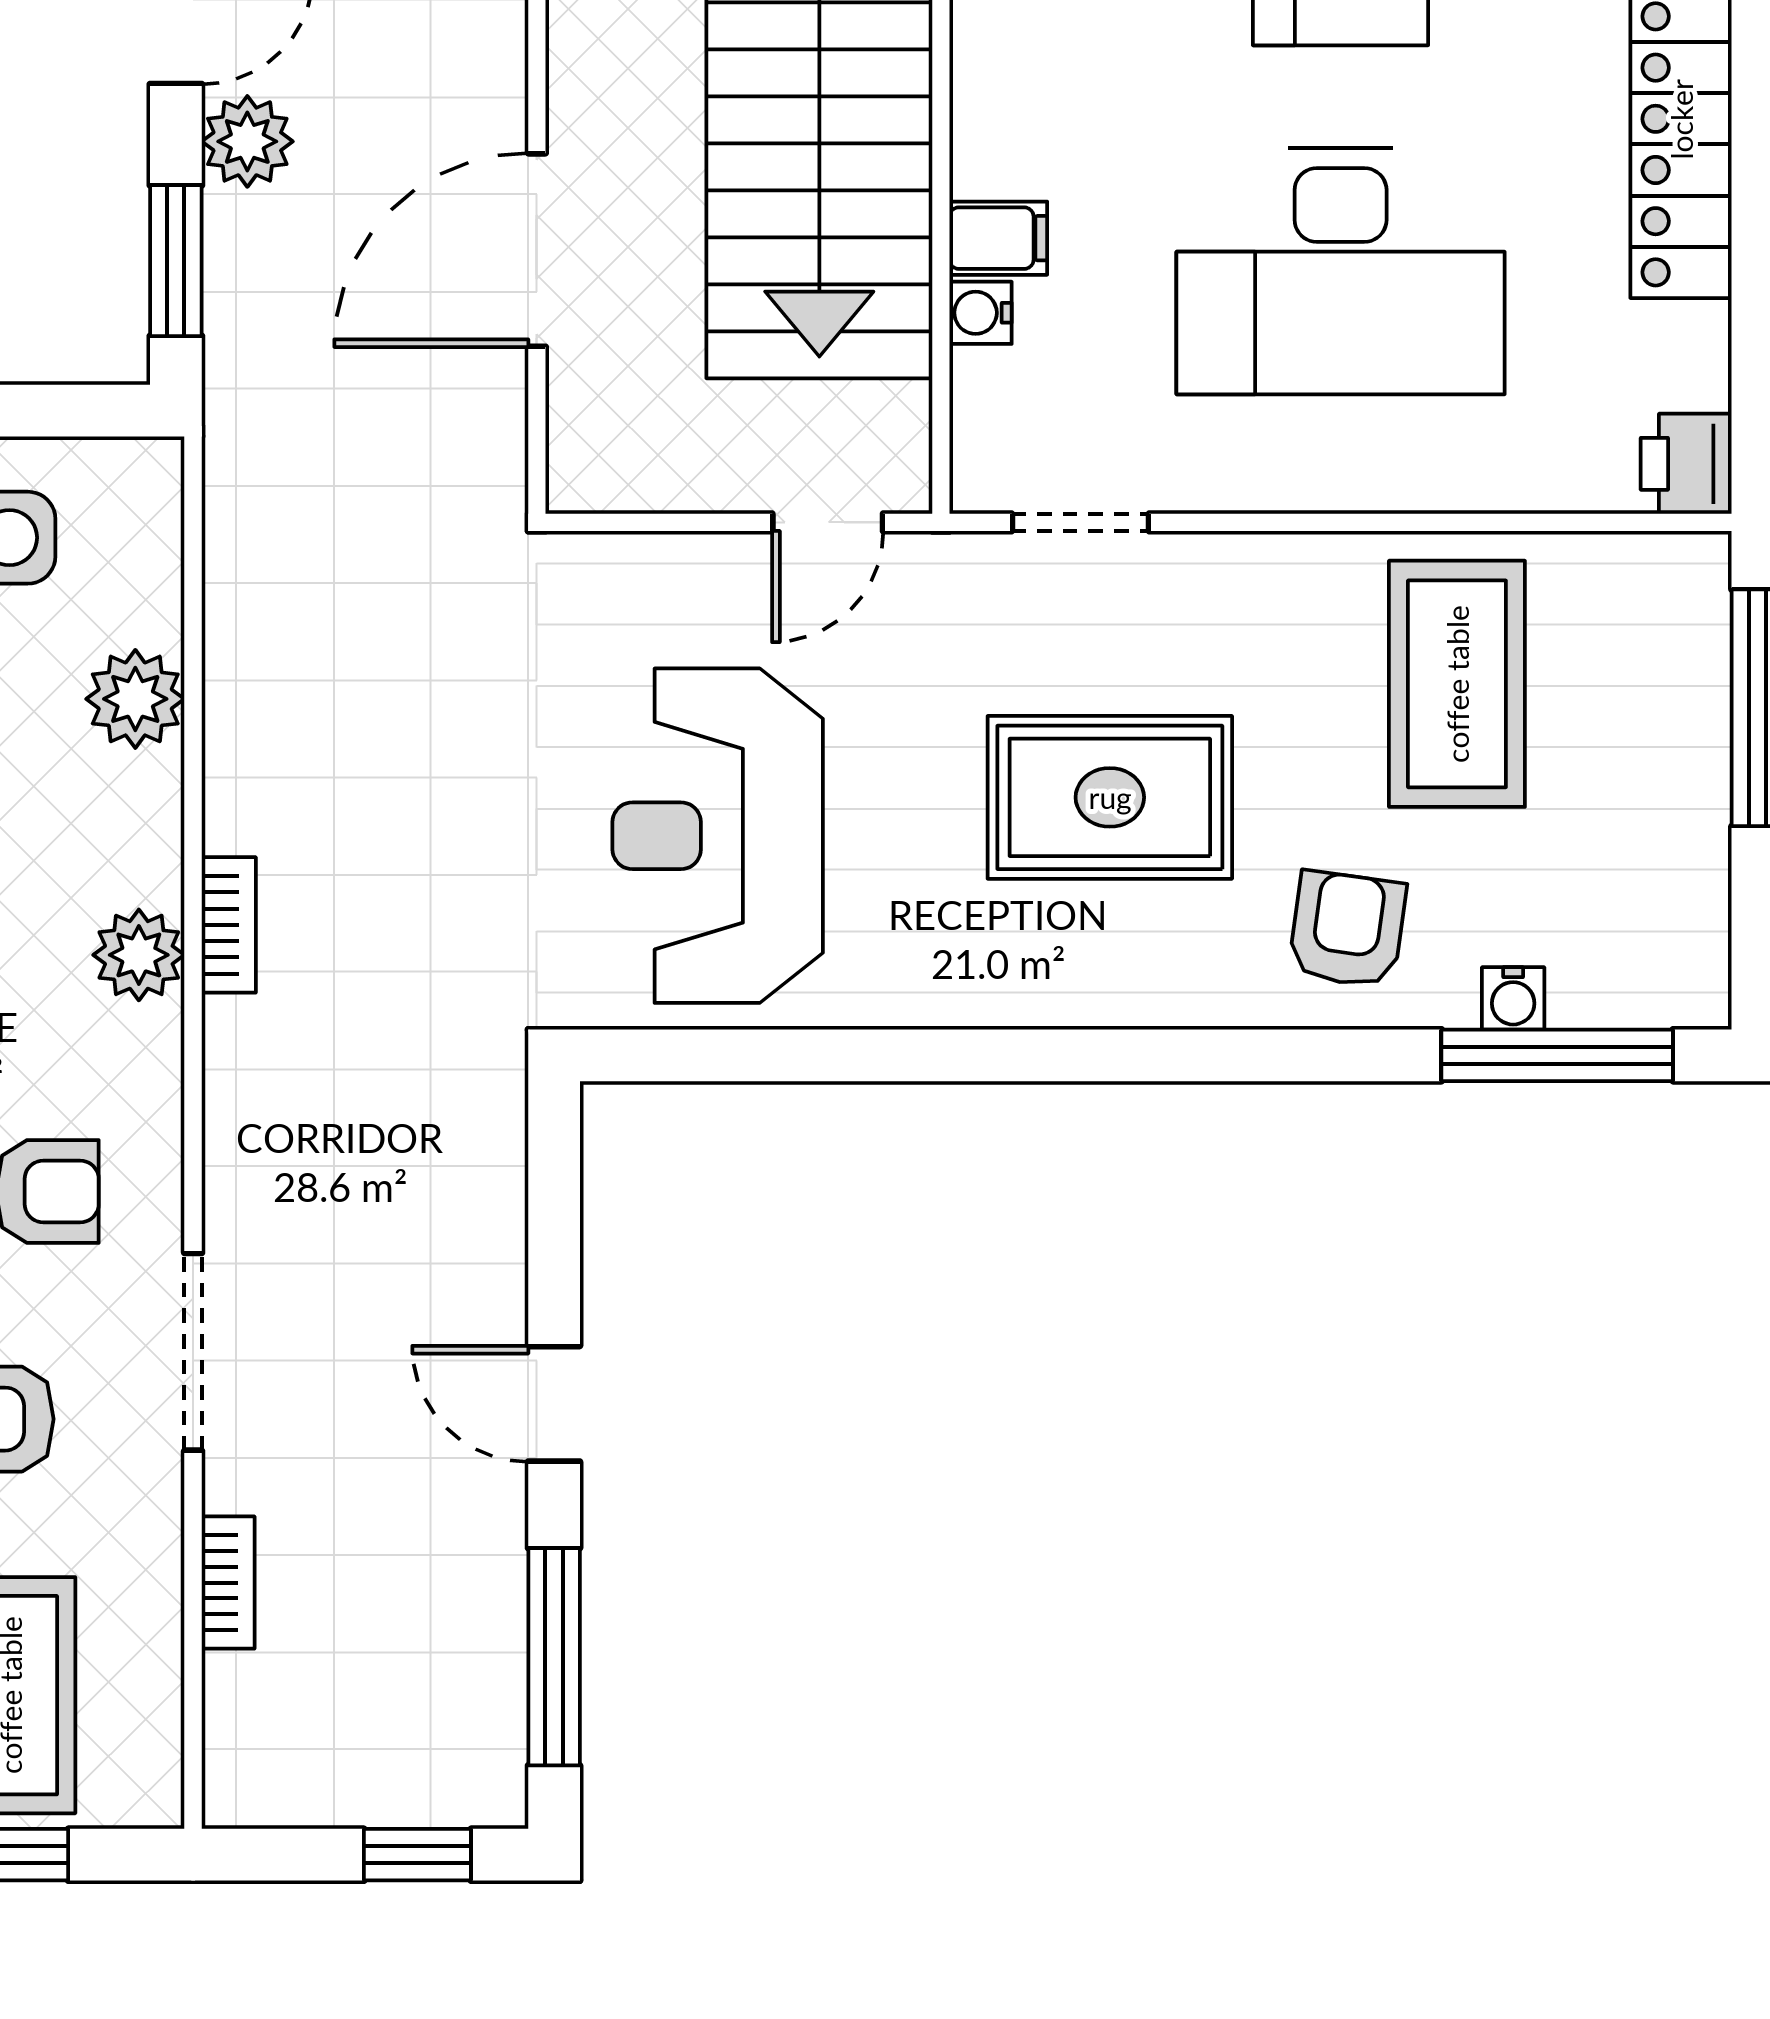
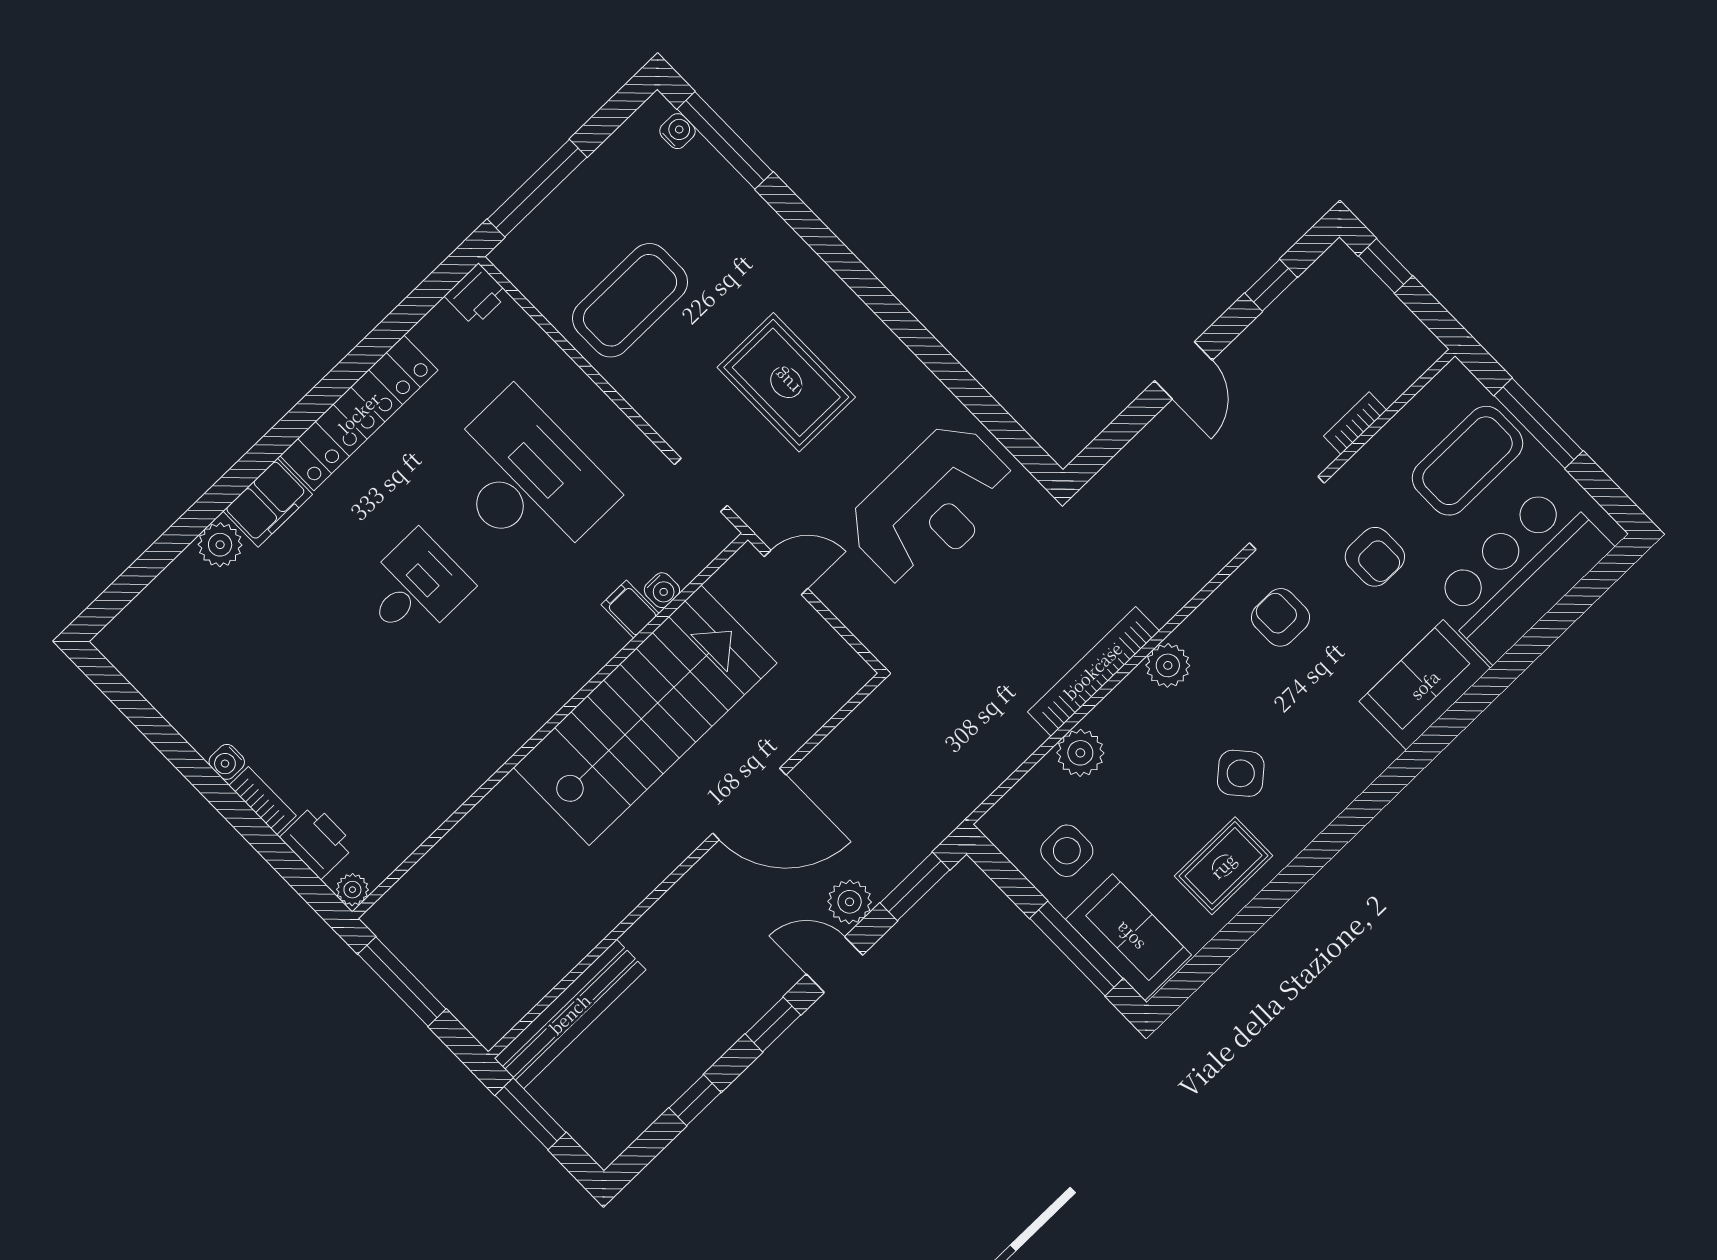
door: (537, 250) -> (749, 804), moved
bookcase: (229, 925) -> (1093, 671), width x2.31, depth x1.31
armchair: (1347, 929) -> (752, 256), removed
water cooler: (1513, 998) -> (677, 131), moved
window: (554, 1657) -> (1271, 285), width x0.46

